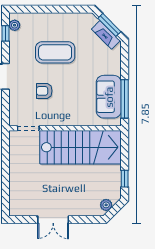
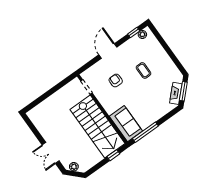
coffee table: (55, 52) -> (144, 70), width x0.54, depth x0.58
sofa: (109, 97) -> (126, 124), moved, turned 90
window: (125, 179) -> (113, 155), moved
double door: (53, 220) -> (51, 153), moved

